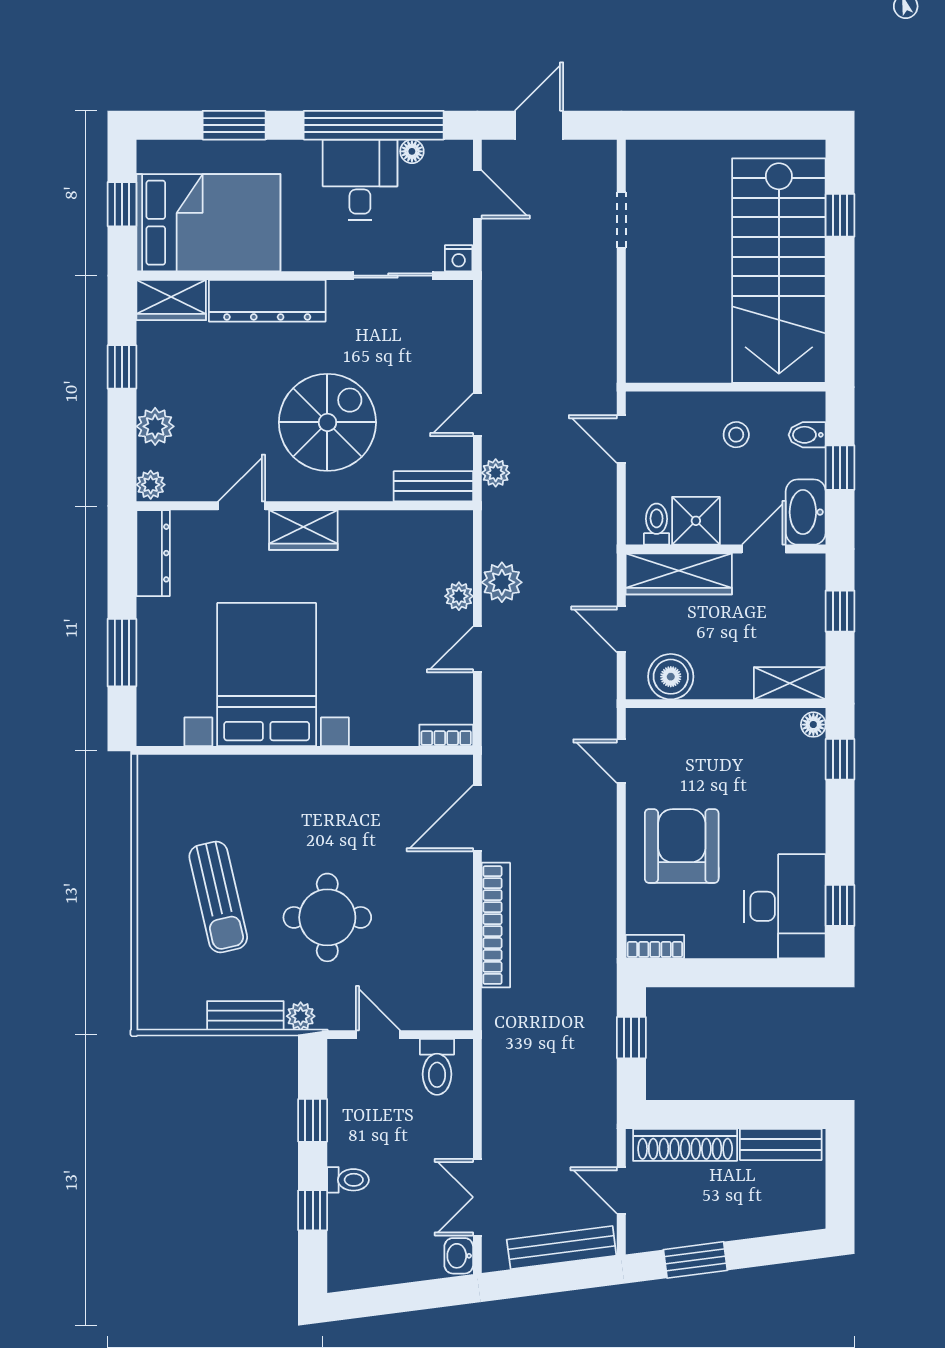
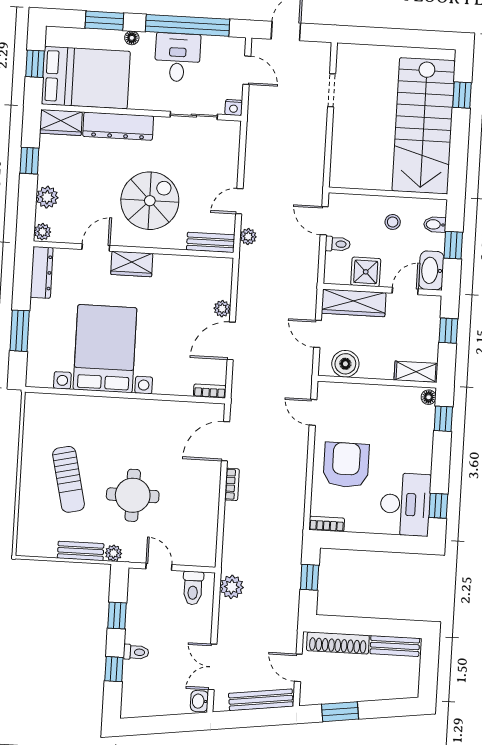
floor lamp: (412, 151) -> (132, 38), moved
toilet: (657, 524) -> (338, 244), moved, turned 90
plant: (502, 582) -> (232, 587), moved
door: (477, 649) -> (231, 341), width x1.38
bookcase: (496, 925) -> (232, 484), width x0.43, depth x0.76

